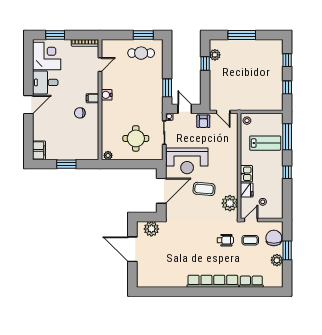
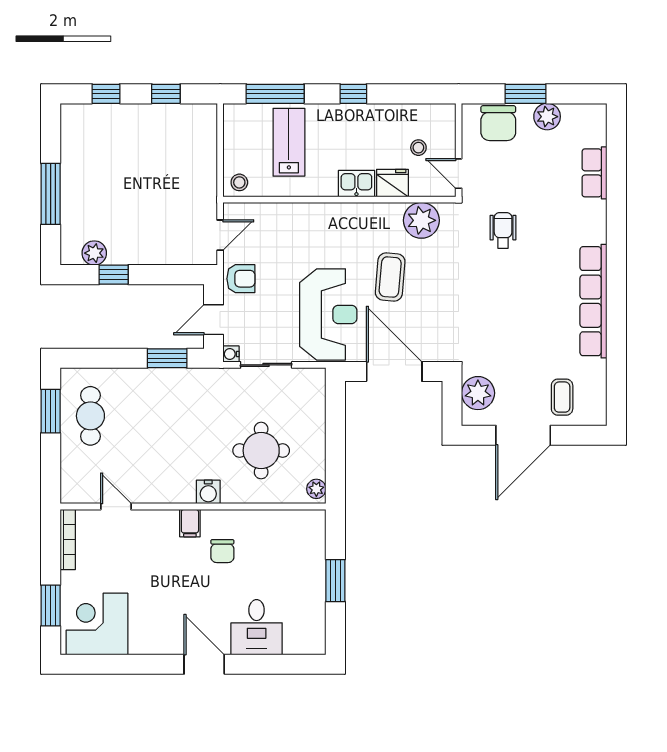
desk: (45, 82) -> (257, 627), moved
water cooler: (107, 95) -> (208, 492), moved
round table: (136, 138) -> (261, 451), moved
filing cabinet: (39, 150) -> (305, 641), removed
chair: (274, 238) -> (498, 123), turned -90
coffee table: (250, 240) -> (562, 397), moved
row of seats: (213, 281) -> (593, 301), moved

